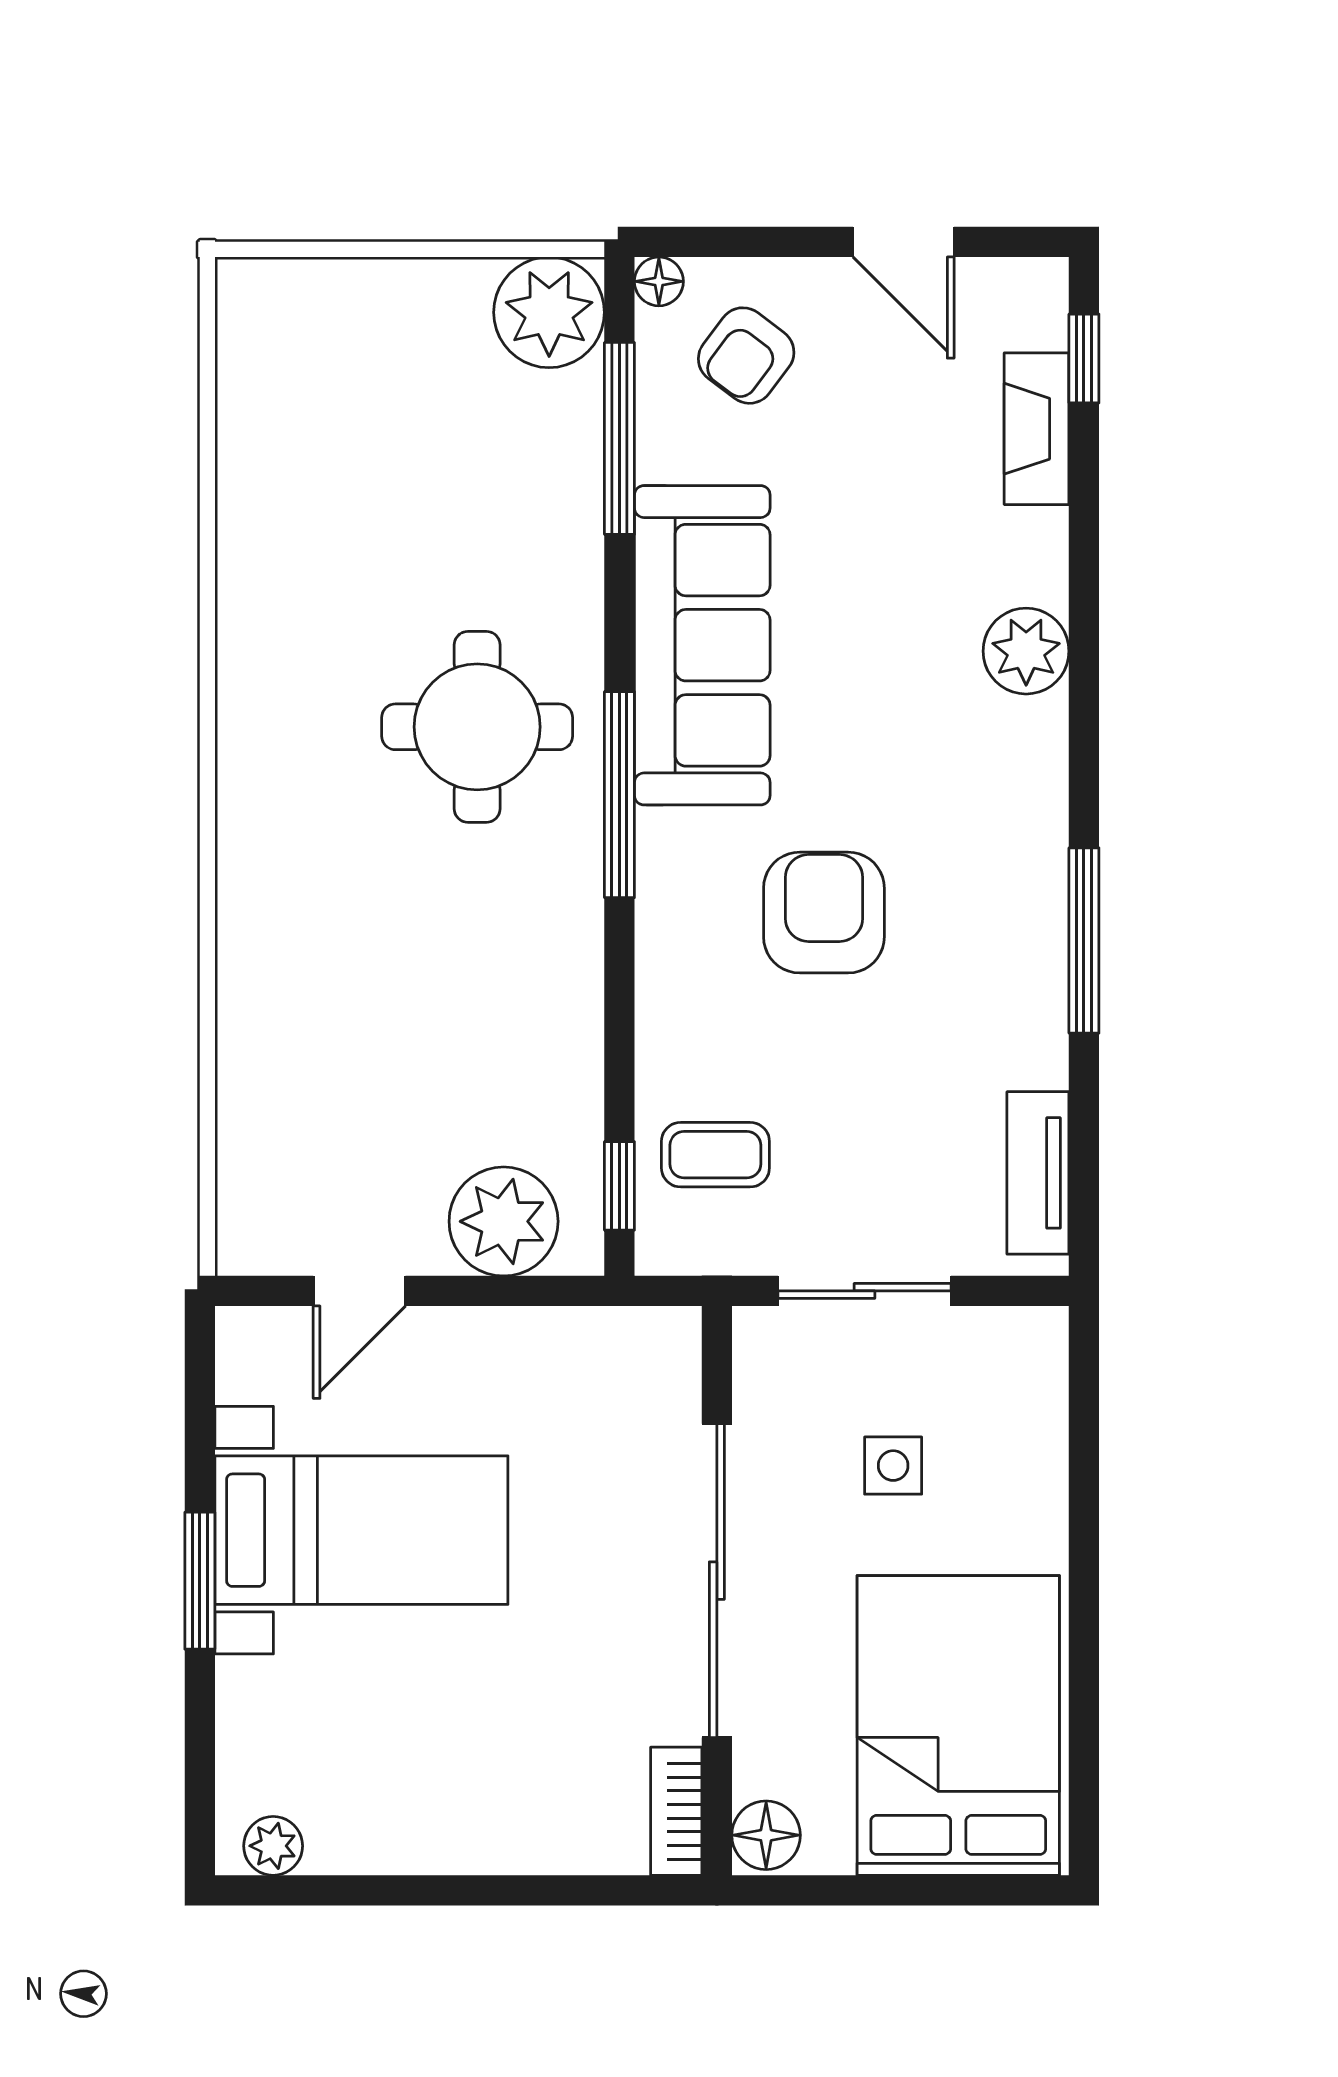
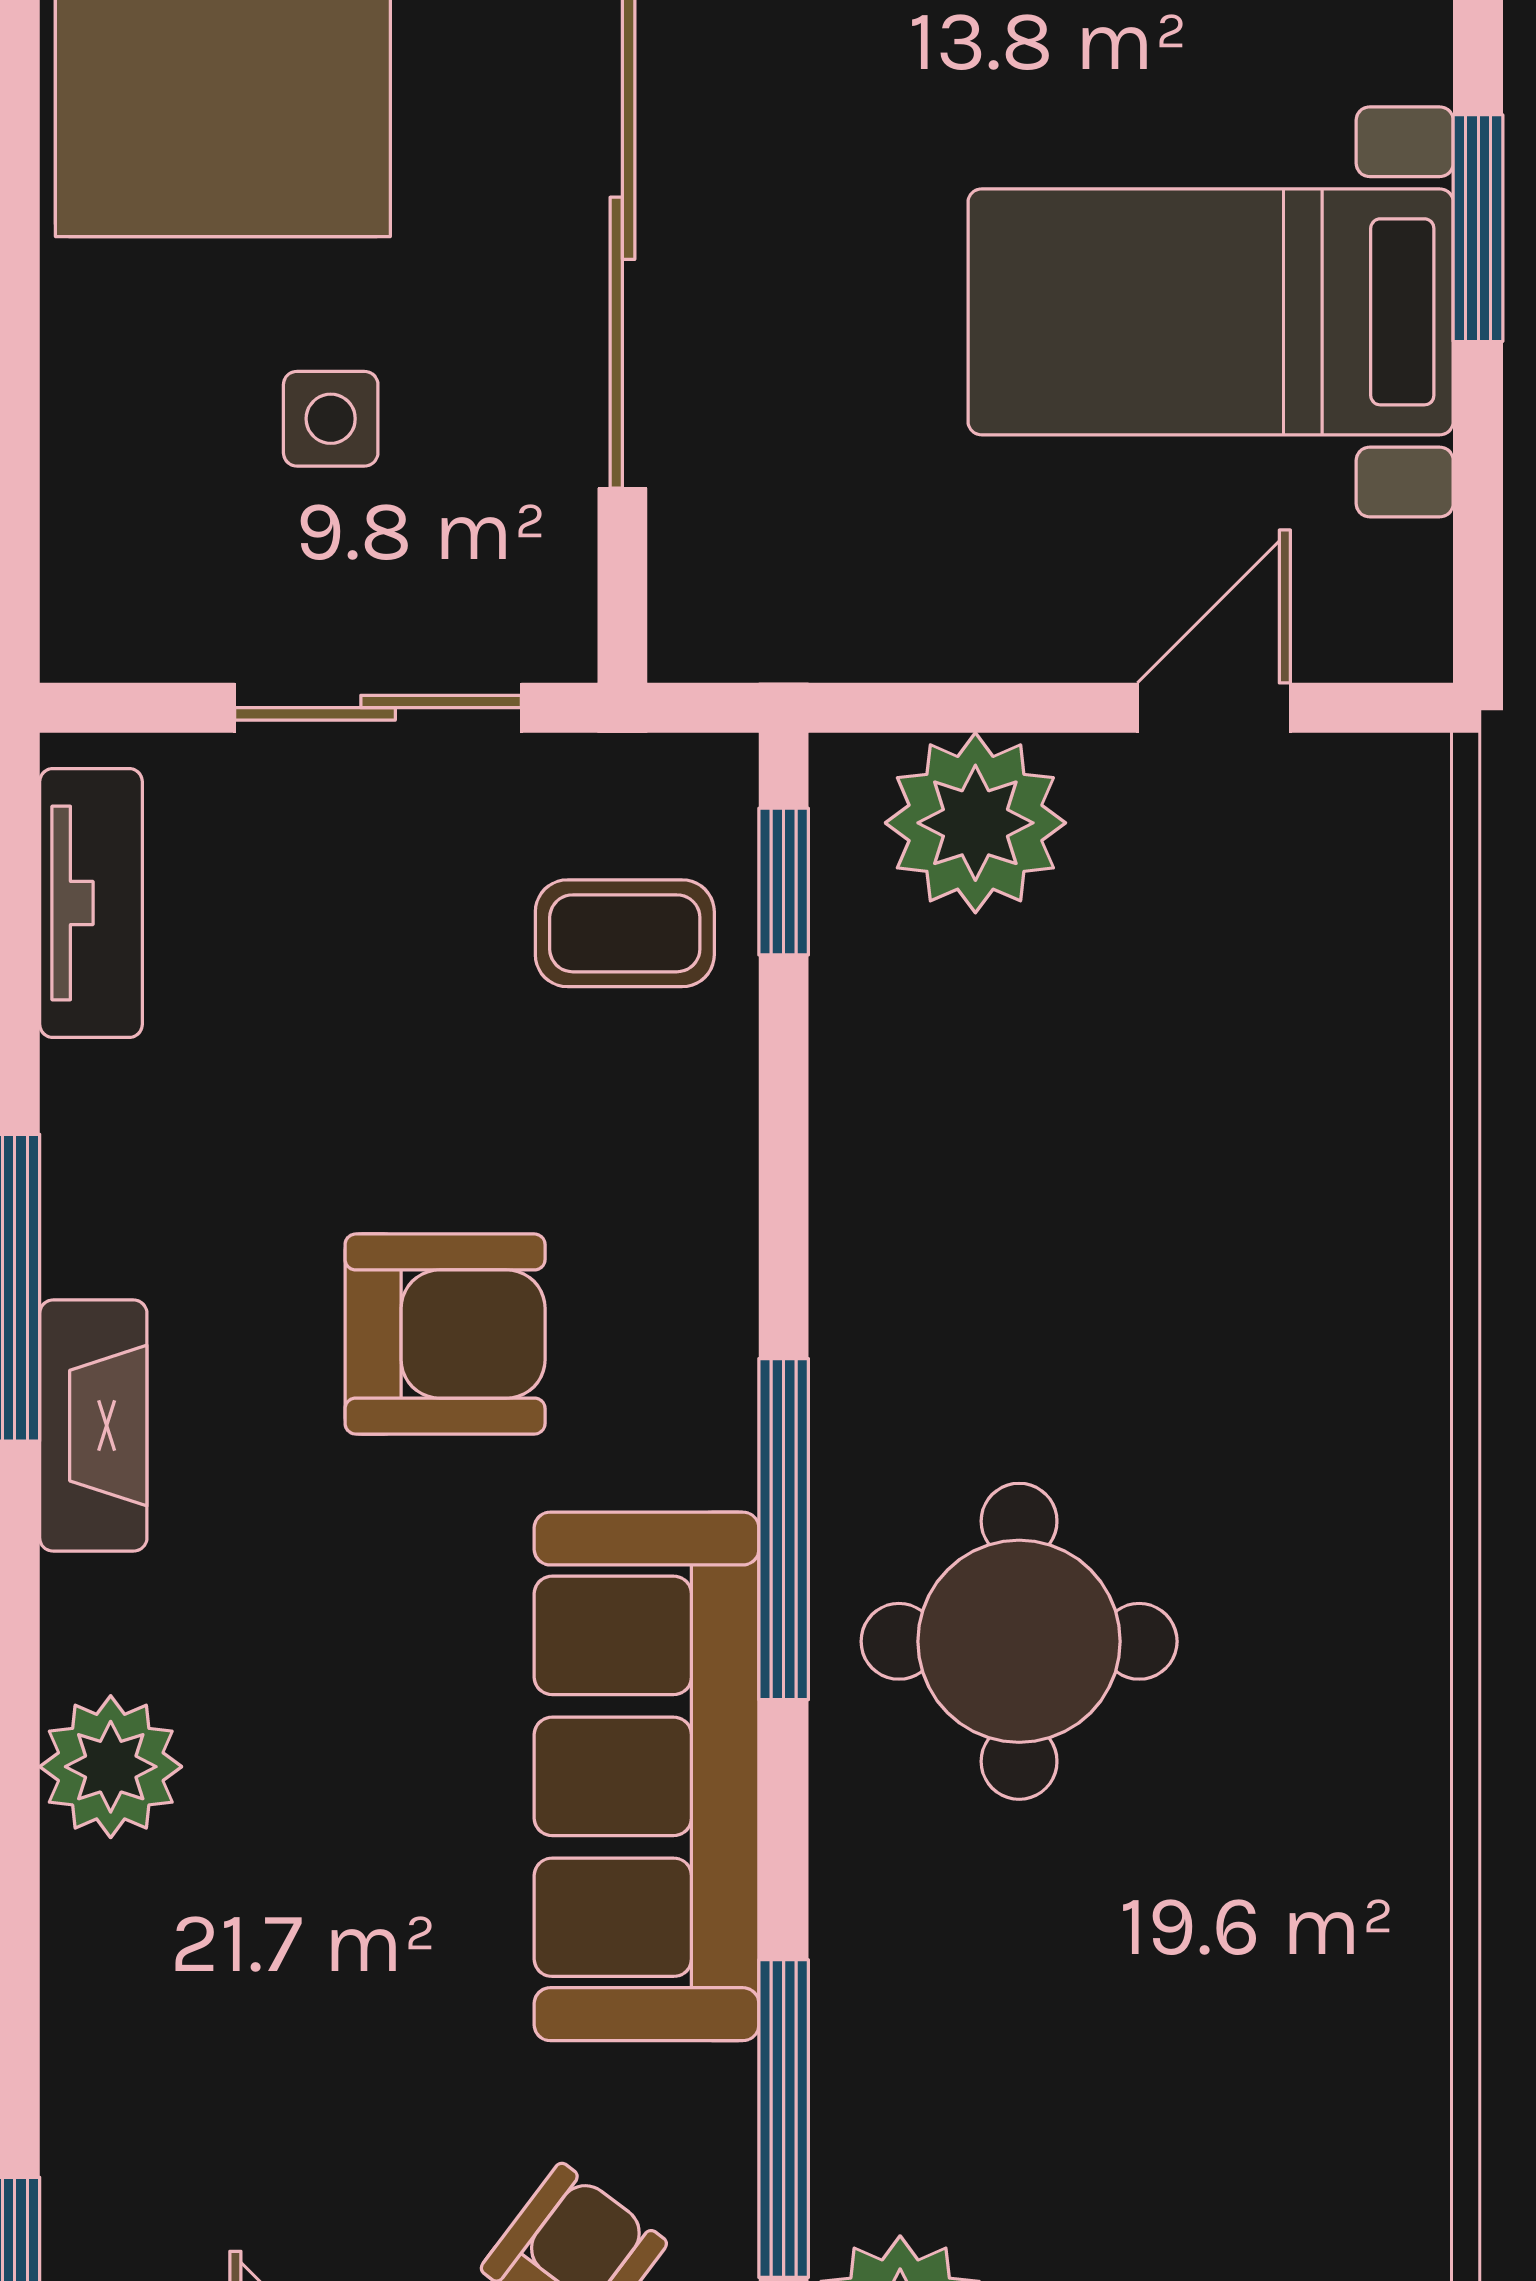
fireplace: (1037, 429) -> (93, 1426), moved
armchair: (824, 913) -> (445, 1334), turned -90

